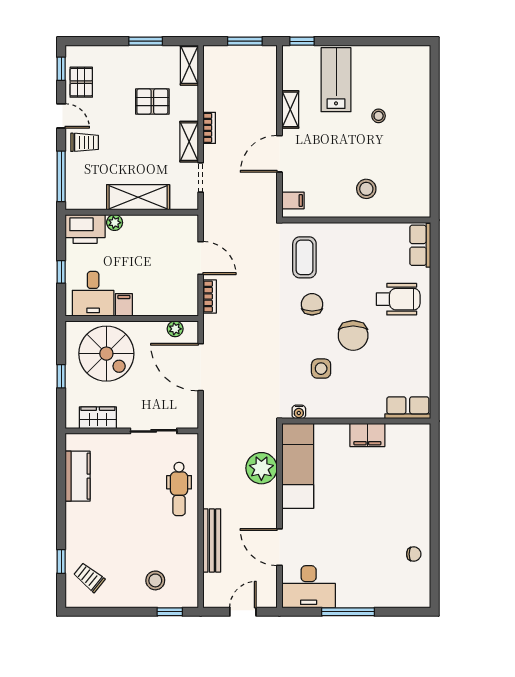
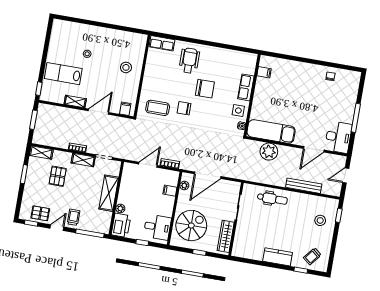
door: (279, 154) -> (98, 112), swing flipped
filing cabinet: (124, 305) -> (170, 191), moved
side table: (321, 369) -> (238, 111), moved
row of seats: (408, 408) -> (246, 87), moved
wardrobe: (98, 418) -> (226, 236), width x1.50
filing cabinet: (367, 435) -> (264, 72), moved, width x0.50
kitchen counter: (78, 476) -> (278, 257), moved
door: (243, 612) -> (346, 175), hinge flipped

